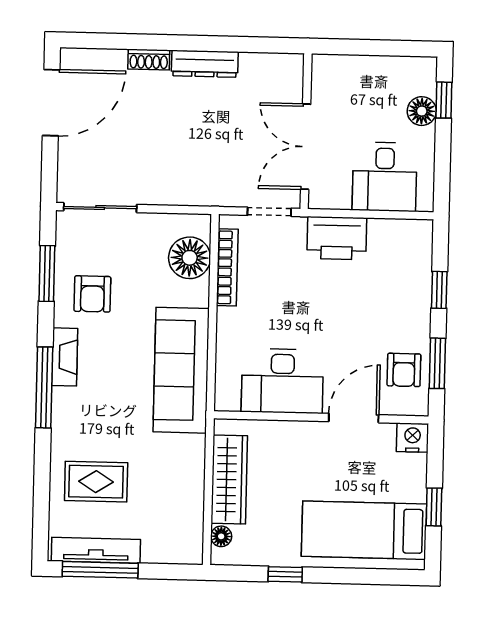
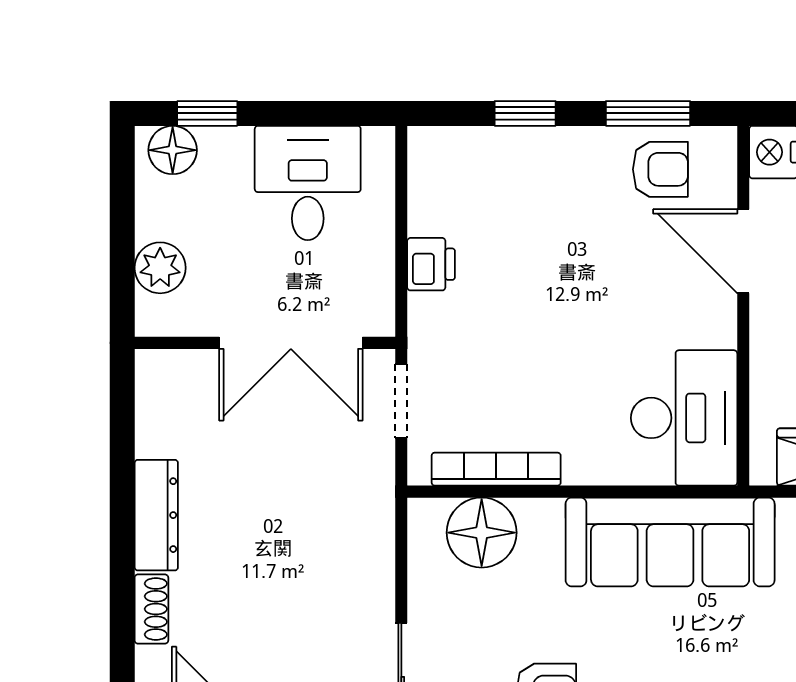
plant: (352, 70) -> (160, 268), added
floor lamp: (422, 111) -> (173, 150), moved
desk: (385, 177) -> (308, 183), moved, turned -90
printer: (337, 238) -> (431, 264), width x0.53, depth x0.68
desk: (282, 381) -> (684, 418), moved

